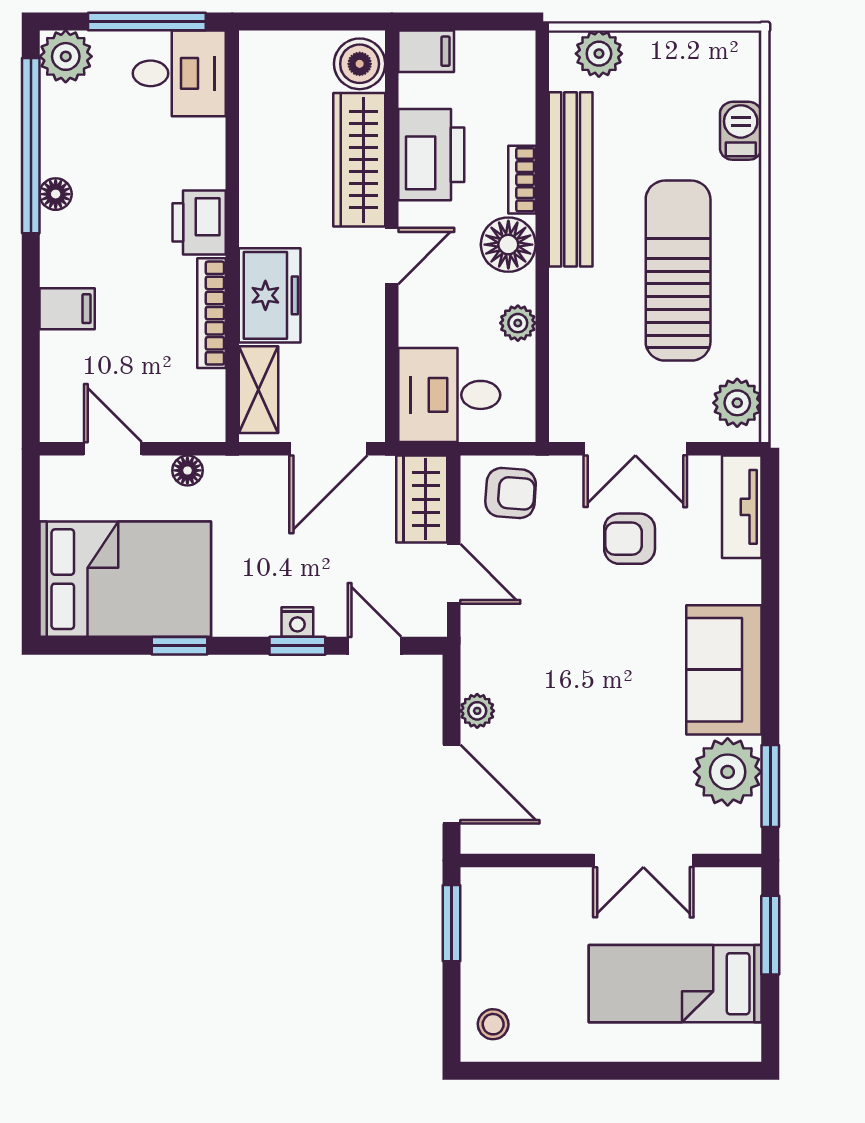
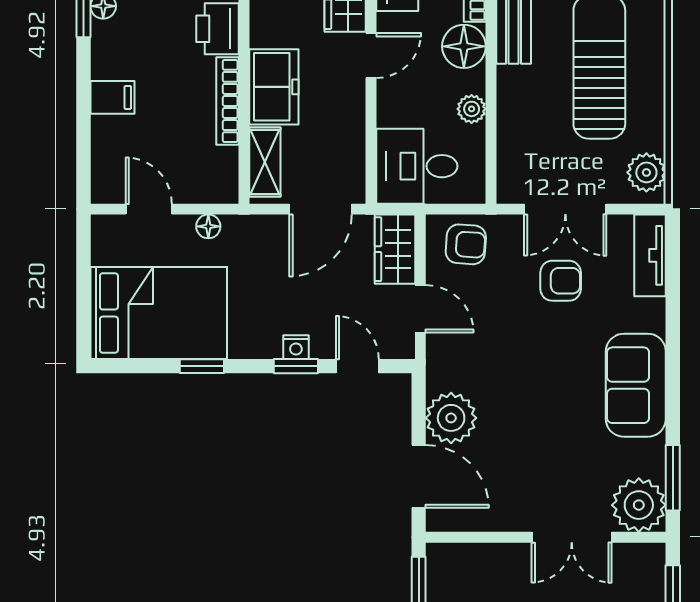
armchair: (630, 539) -> (561, 281), turned 180
plant: (477, 711) -> (451, 418), width x1.88, depth x1.88
plant: (728, 772) -> (639, 505), moved

